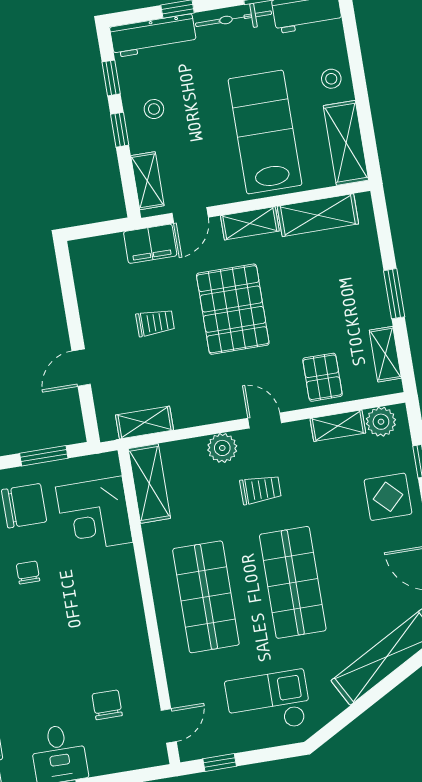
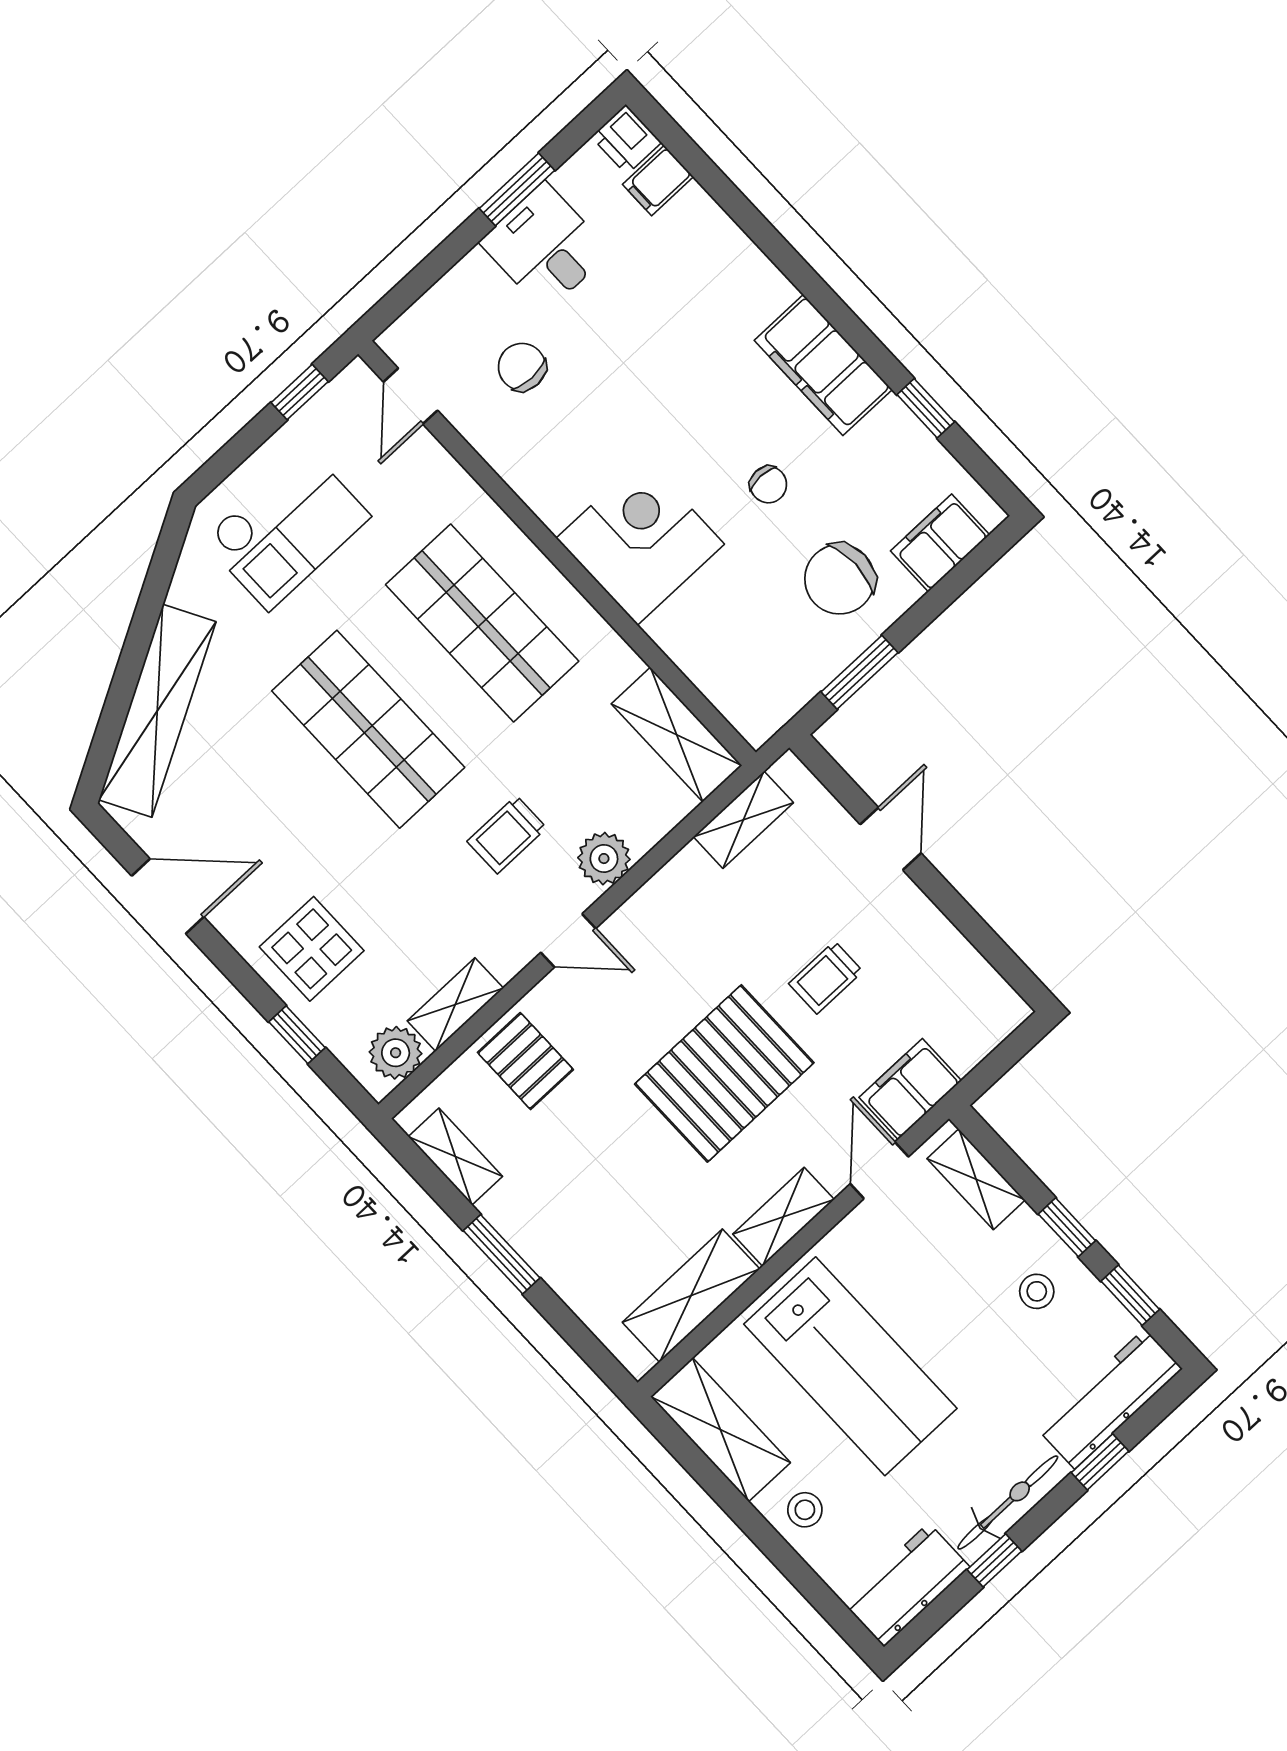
pallet: (233, 309) -> (724, 1073), turned 90
corner desk: (94, 515) -> (640, 541), moved
chair: (107, 705) -> (522, 367), turned 180

